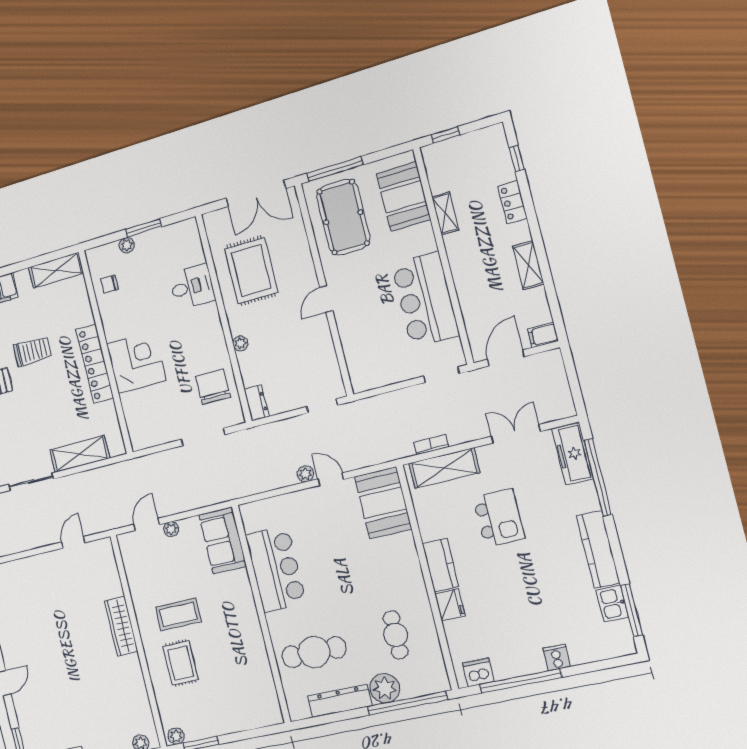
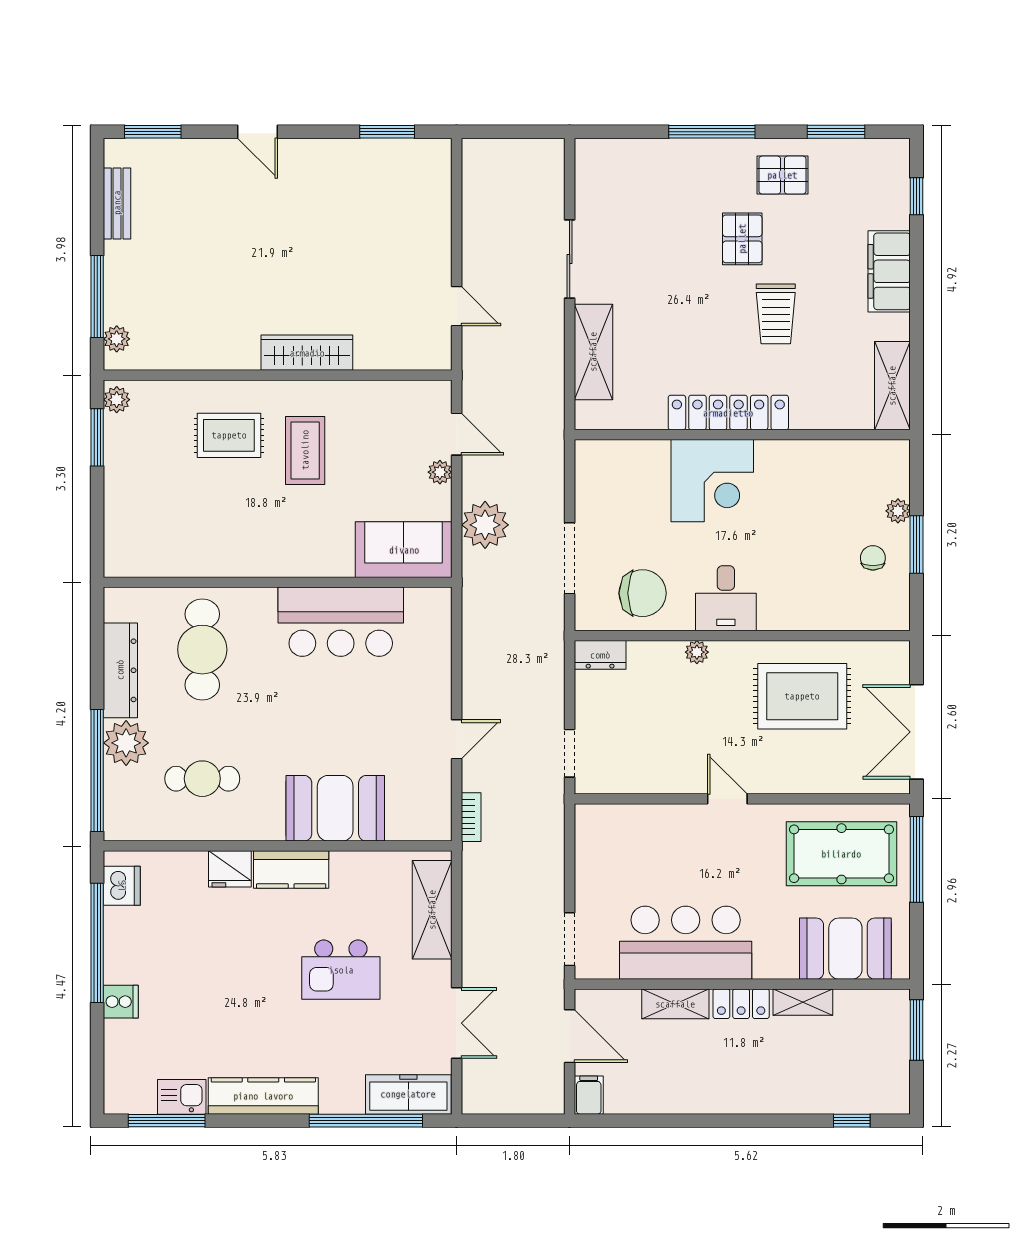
window: (445, 135) -> (916, 1030), width x1.50
locker: (512, 202) -> (741, 1004), moved, turned 180
shelving: (528, 265) -> (675, 1004), moved
chair: (110, 284) -> (873, 558), moved
desk: (192, 287) -> (726, 598), moved
bookcase: (431, 445) -> (471, 817), moved
plant: (305, 474) -> (485, 525), moved, width x1.87, depth x1.87
booth: (383, 503) -> (335, 808), moved

